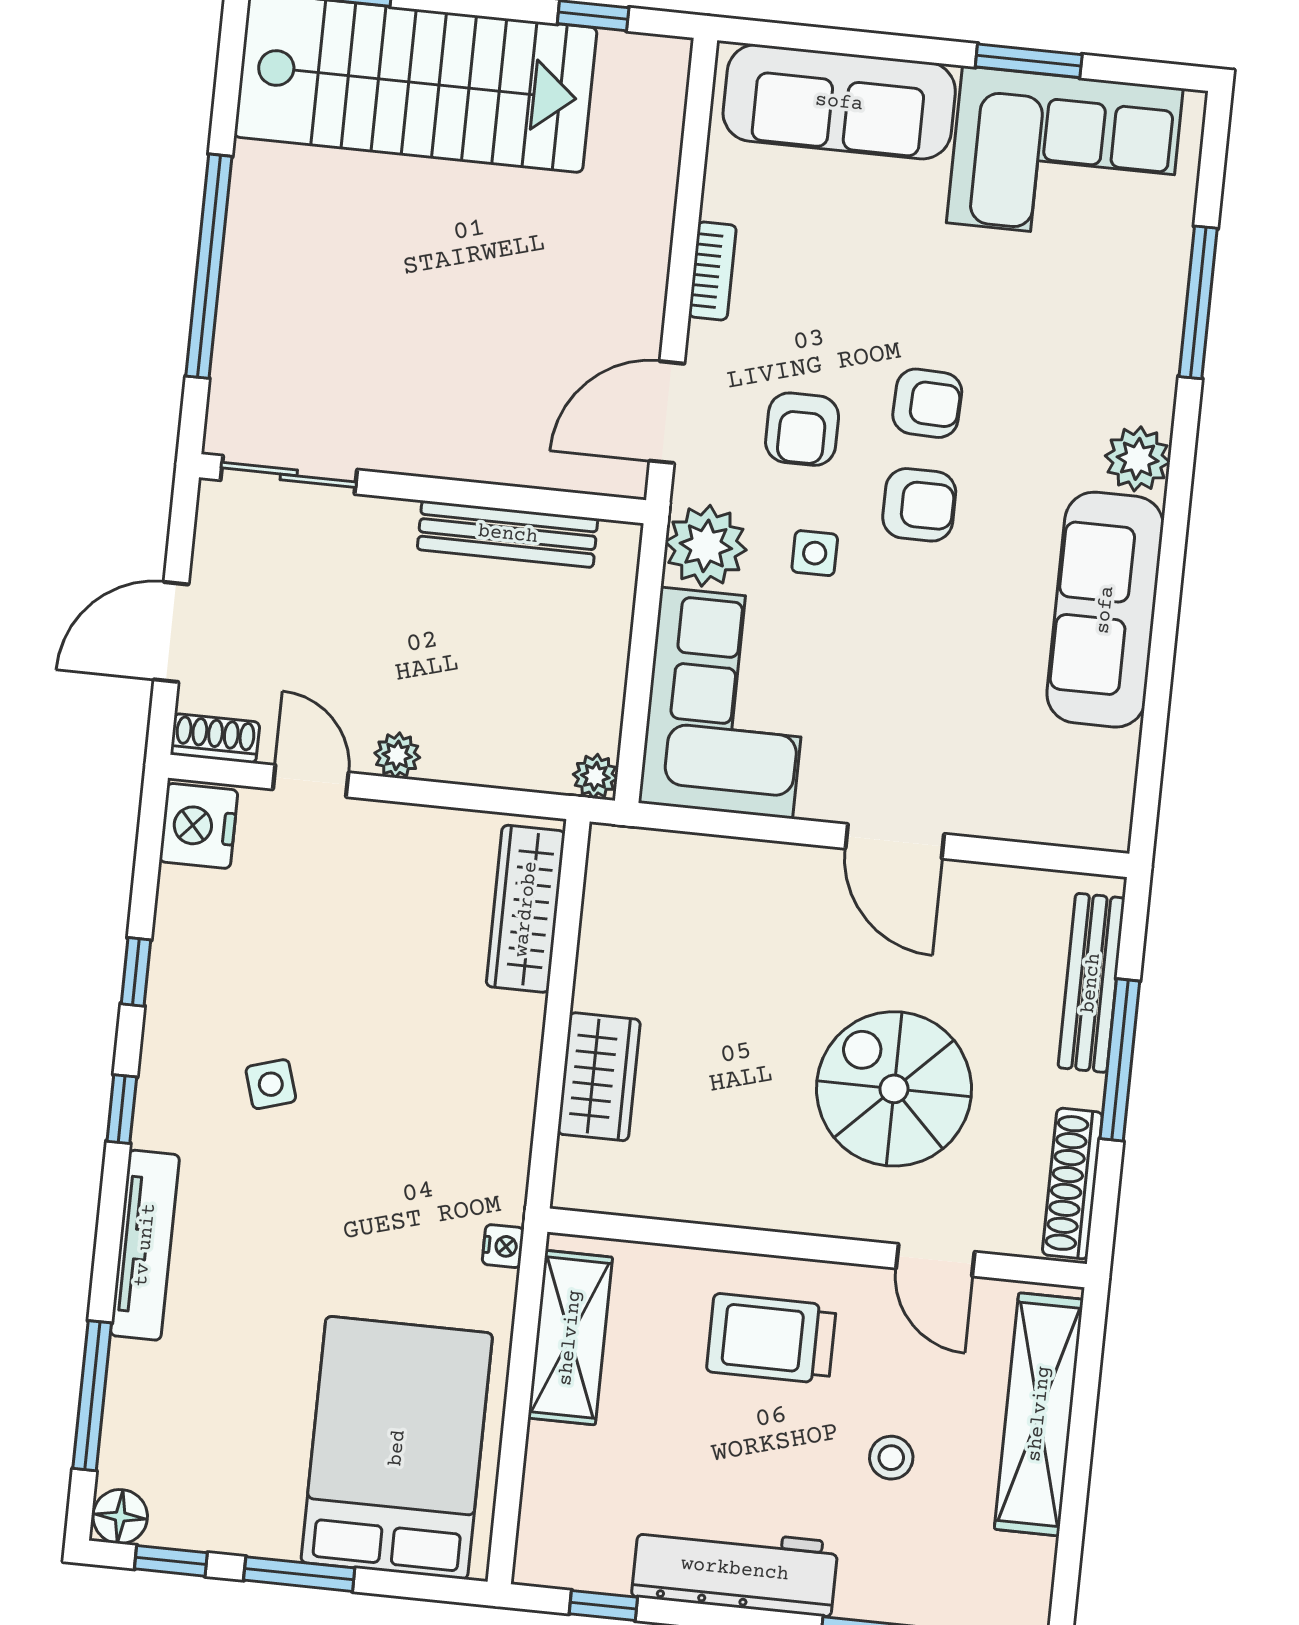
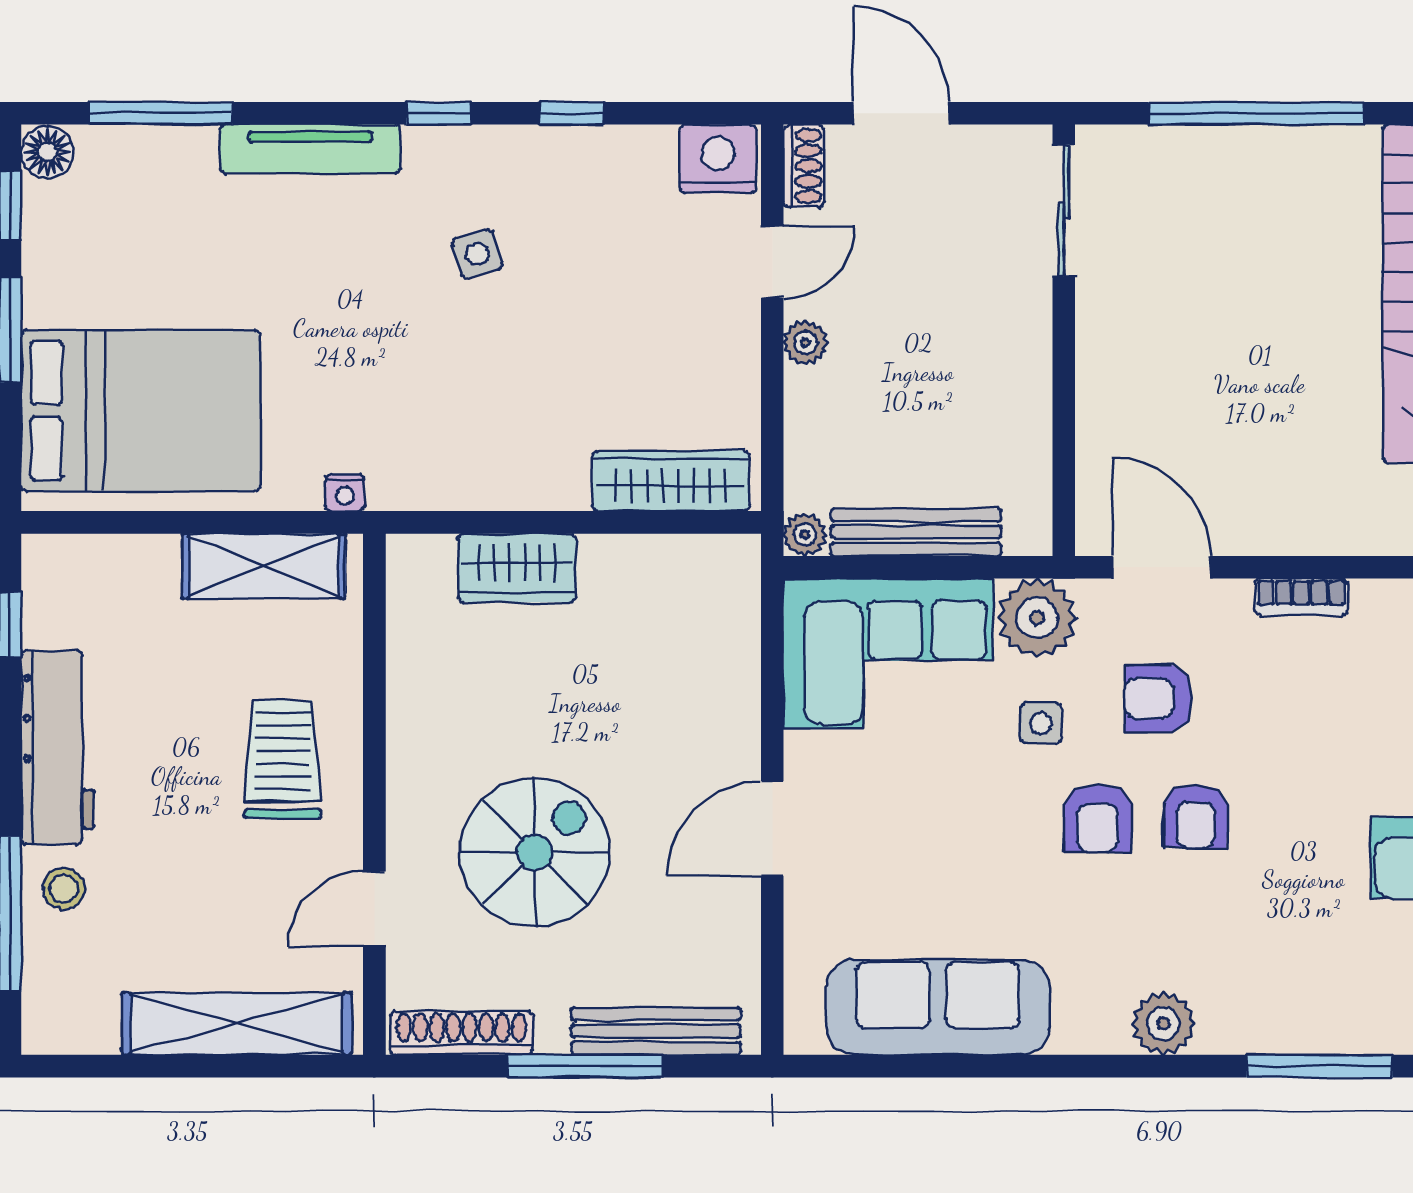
bench: (508, 534) -> (916, 532), moved, turned 90
sofa: (1105, 610) -> (938, 1007), moved
stool: (891, 1458) -> (64, 889), moved

